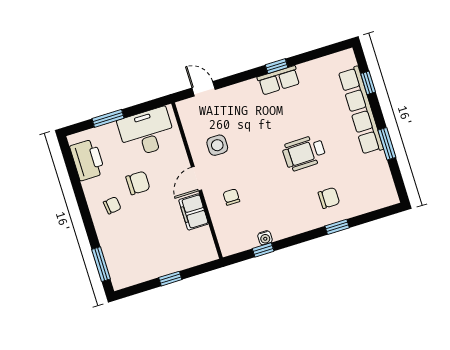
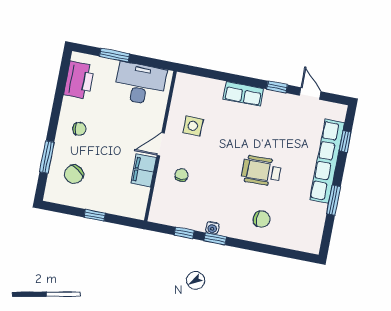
row of seats: (279, 80) -> (243, 94), moved
door: (204, 89) -> (310, 93), moved
chair: (138, 183) -> (74, 174), moved, turned 126
window: (337, 227) -> (215, 239), moved
water cooler: (265, 238) -> (212, 228), moved
window: (101, 264) -> (47, 157), moved

